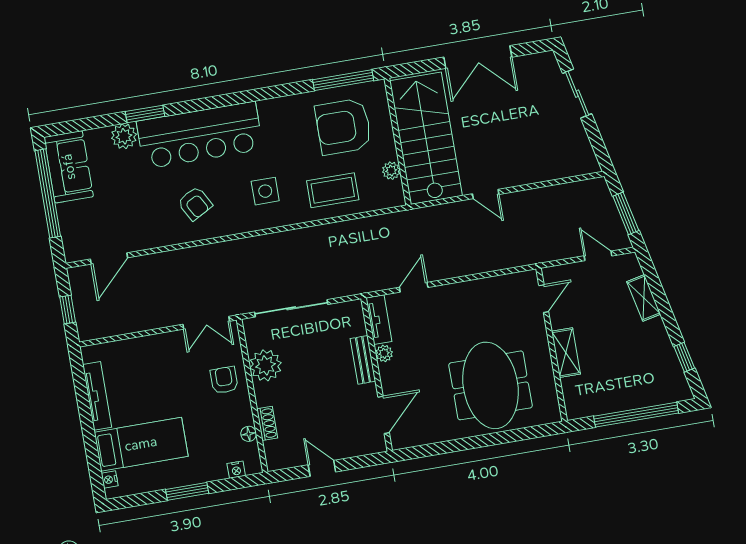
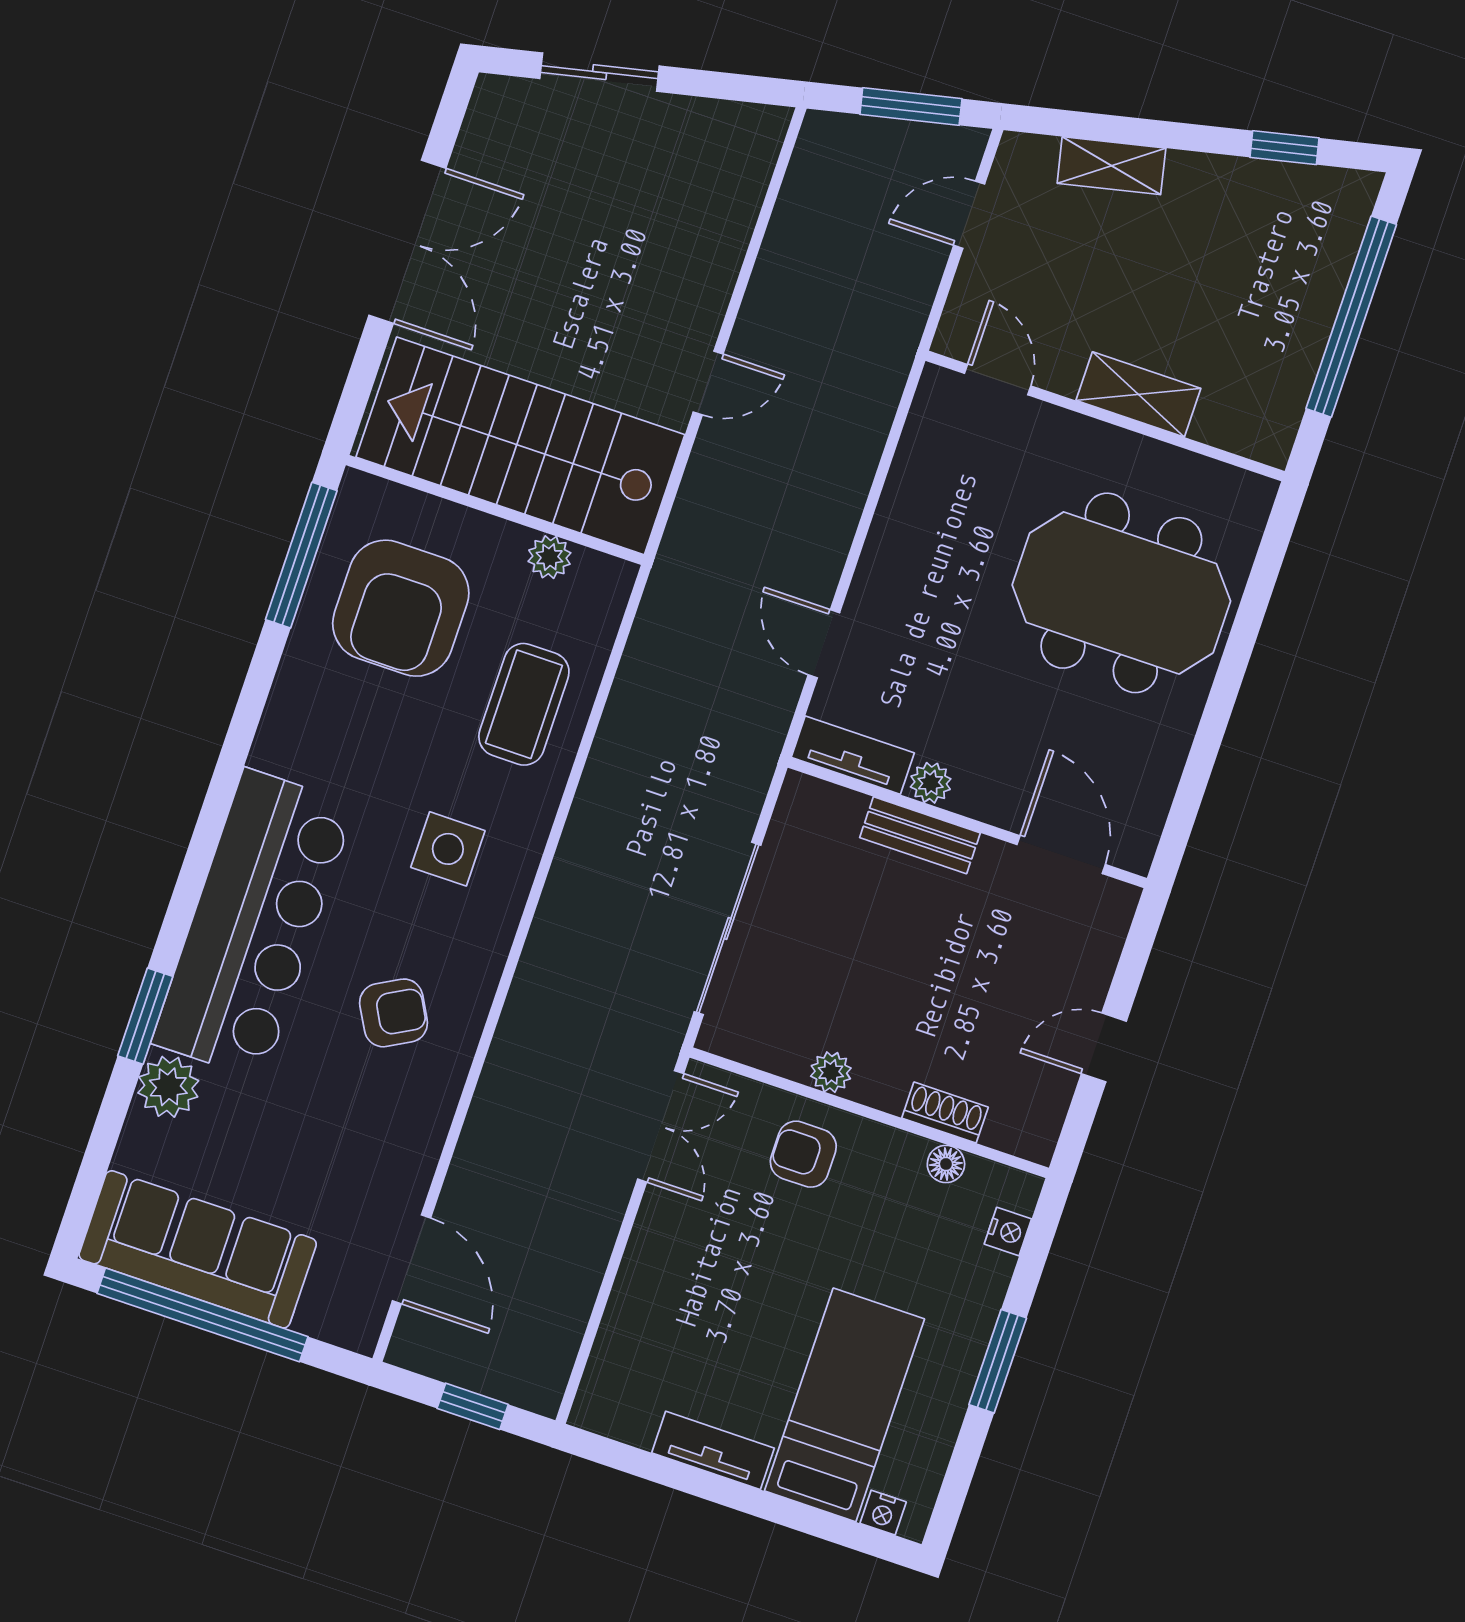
sofa: (69, 167) -> (198, 1249), width x1.36
plant: (265, 365) -> (831, 1072), width x0.53, depth x0.53
tv unit: (97, 396) -> (713, 1450), width x0.71

